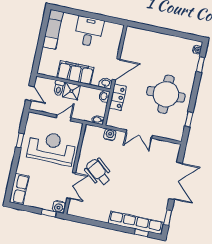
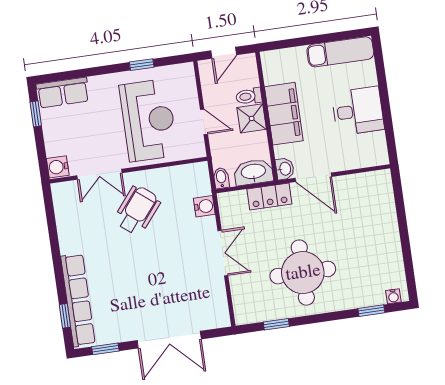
washbasin: (104, 96) -> (253, 172), width x1.91, depth x1.45
double door: (139, 134) -> (223, 253), swing flipped
window: (49, 213) -> (36, 114), moved

